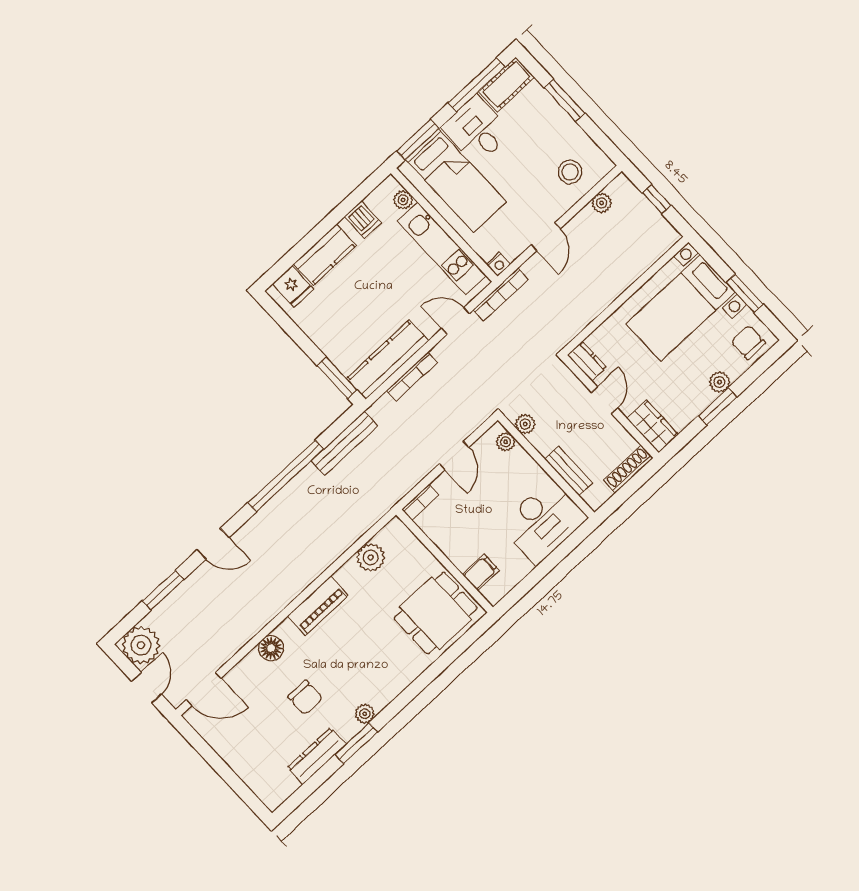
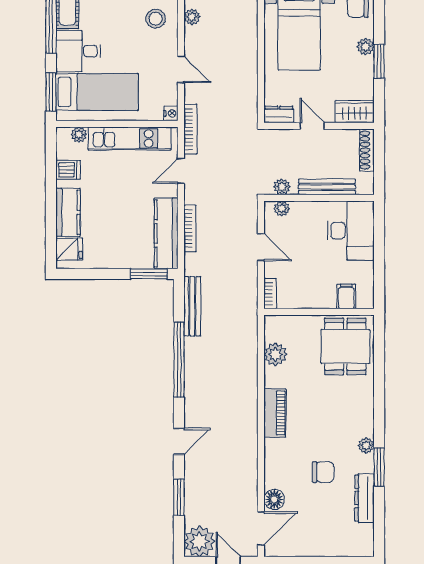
bench: (569, 471) -> (327, 187), width x1.36
floor lamp: (271, 648) -> (274, 499), moved

